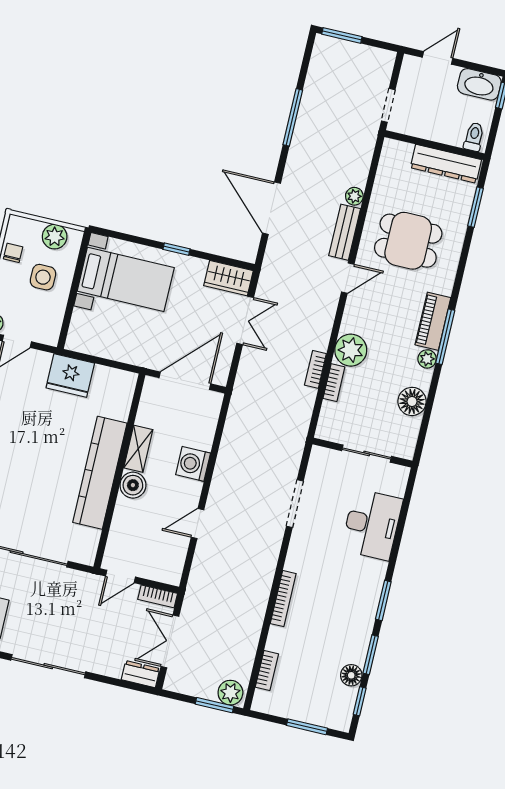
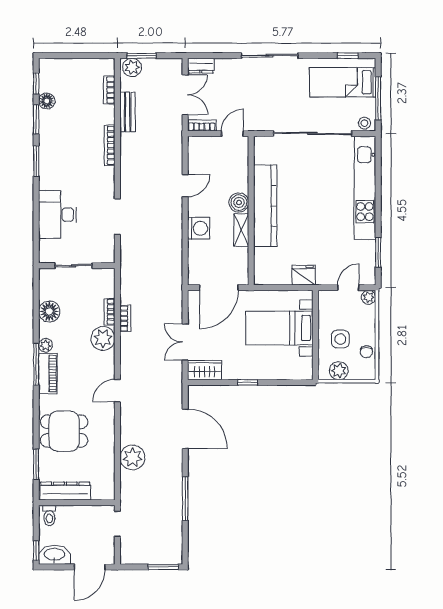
door: (438, 58) -> (90, 567), width x1.38
plant: (354, 196) -> (132, 457), width x1.88, depth x1.88
bench: (345, 232) -> (128, 112), moved
dining table: (408, 241) -> (64, 431), moved
bed with nightstands: (126, 279) -> (279, 328), moved
fridge: (70, 376) -> (304, 275), width x0.73, depth x0.75
window: (307, 727) -> (70, 56), removed

